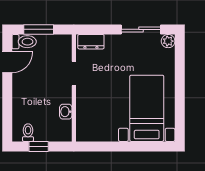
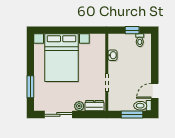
plant: (168, 41) -> (79, 106), moved
window: (180, 68) -> (30, 87), added
bed with nightstands: (147, 108) -> (62, 58), width x1.36

